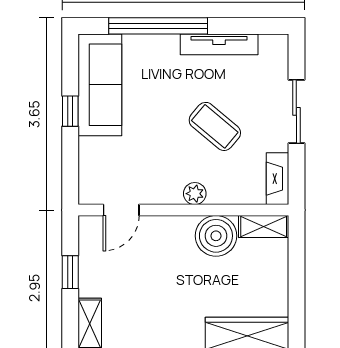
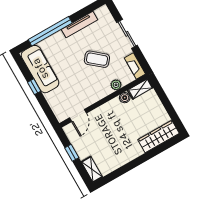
plant: (195, 194) -> (116, 85), moved
boiler: (216, 236) -> (125, 98), width x0.54, depth x0.54

